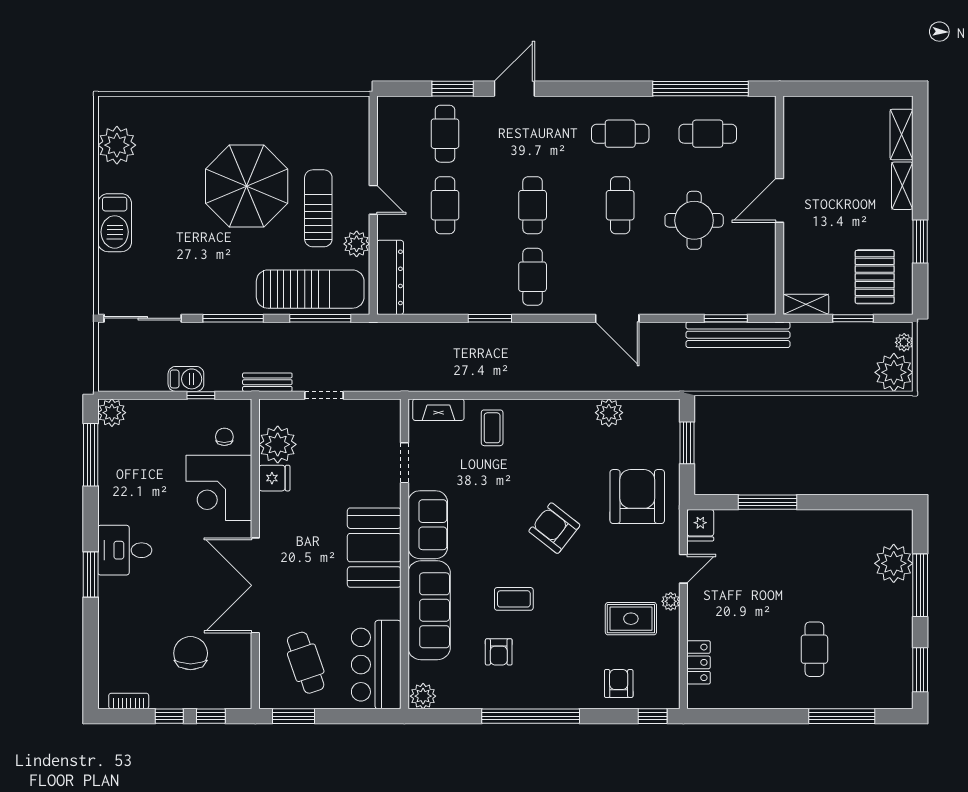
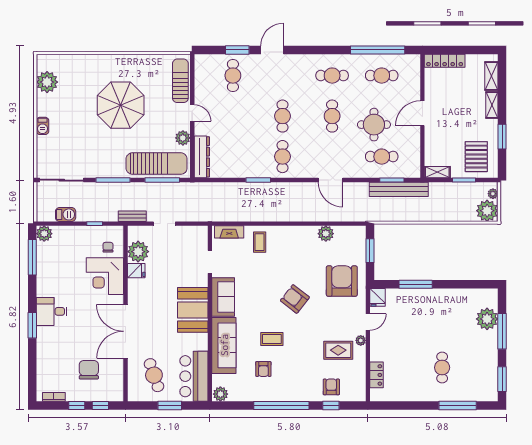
locker: (819, 108) -> (445, 61), added
cafe table: (445, 205) -> (382, 157), moved, turned 90
sun lounger: (318, 208) -> (180, 81), moved
barbecue: (115, 223) -> (43, 126), width x0.53, depth x0.65
barbecue: (186, 379) -> (66, 214), moved
window: (293, 716) -> (170, 405), moved
window: (653, 716) -> (331, 405), moved

